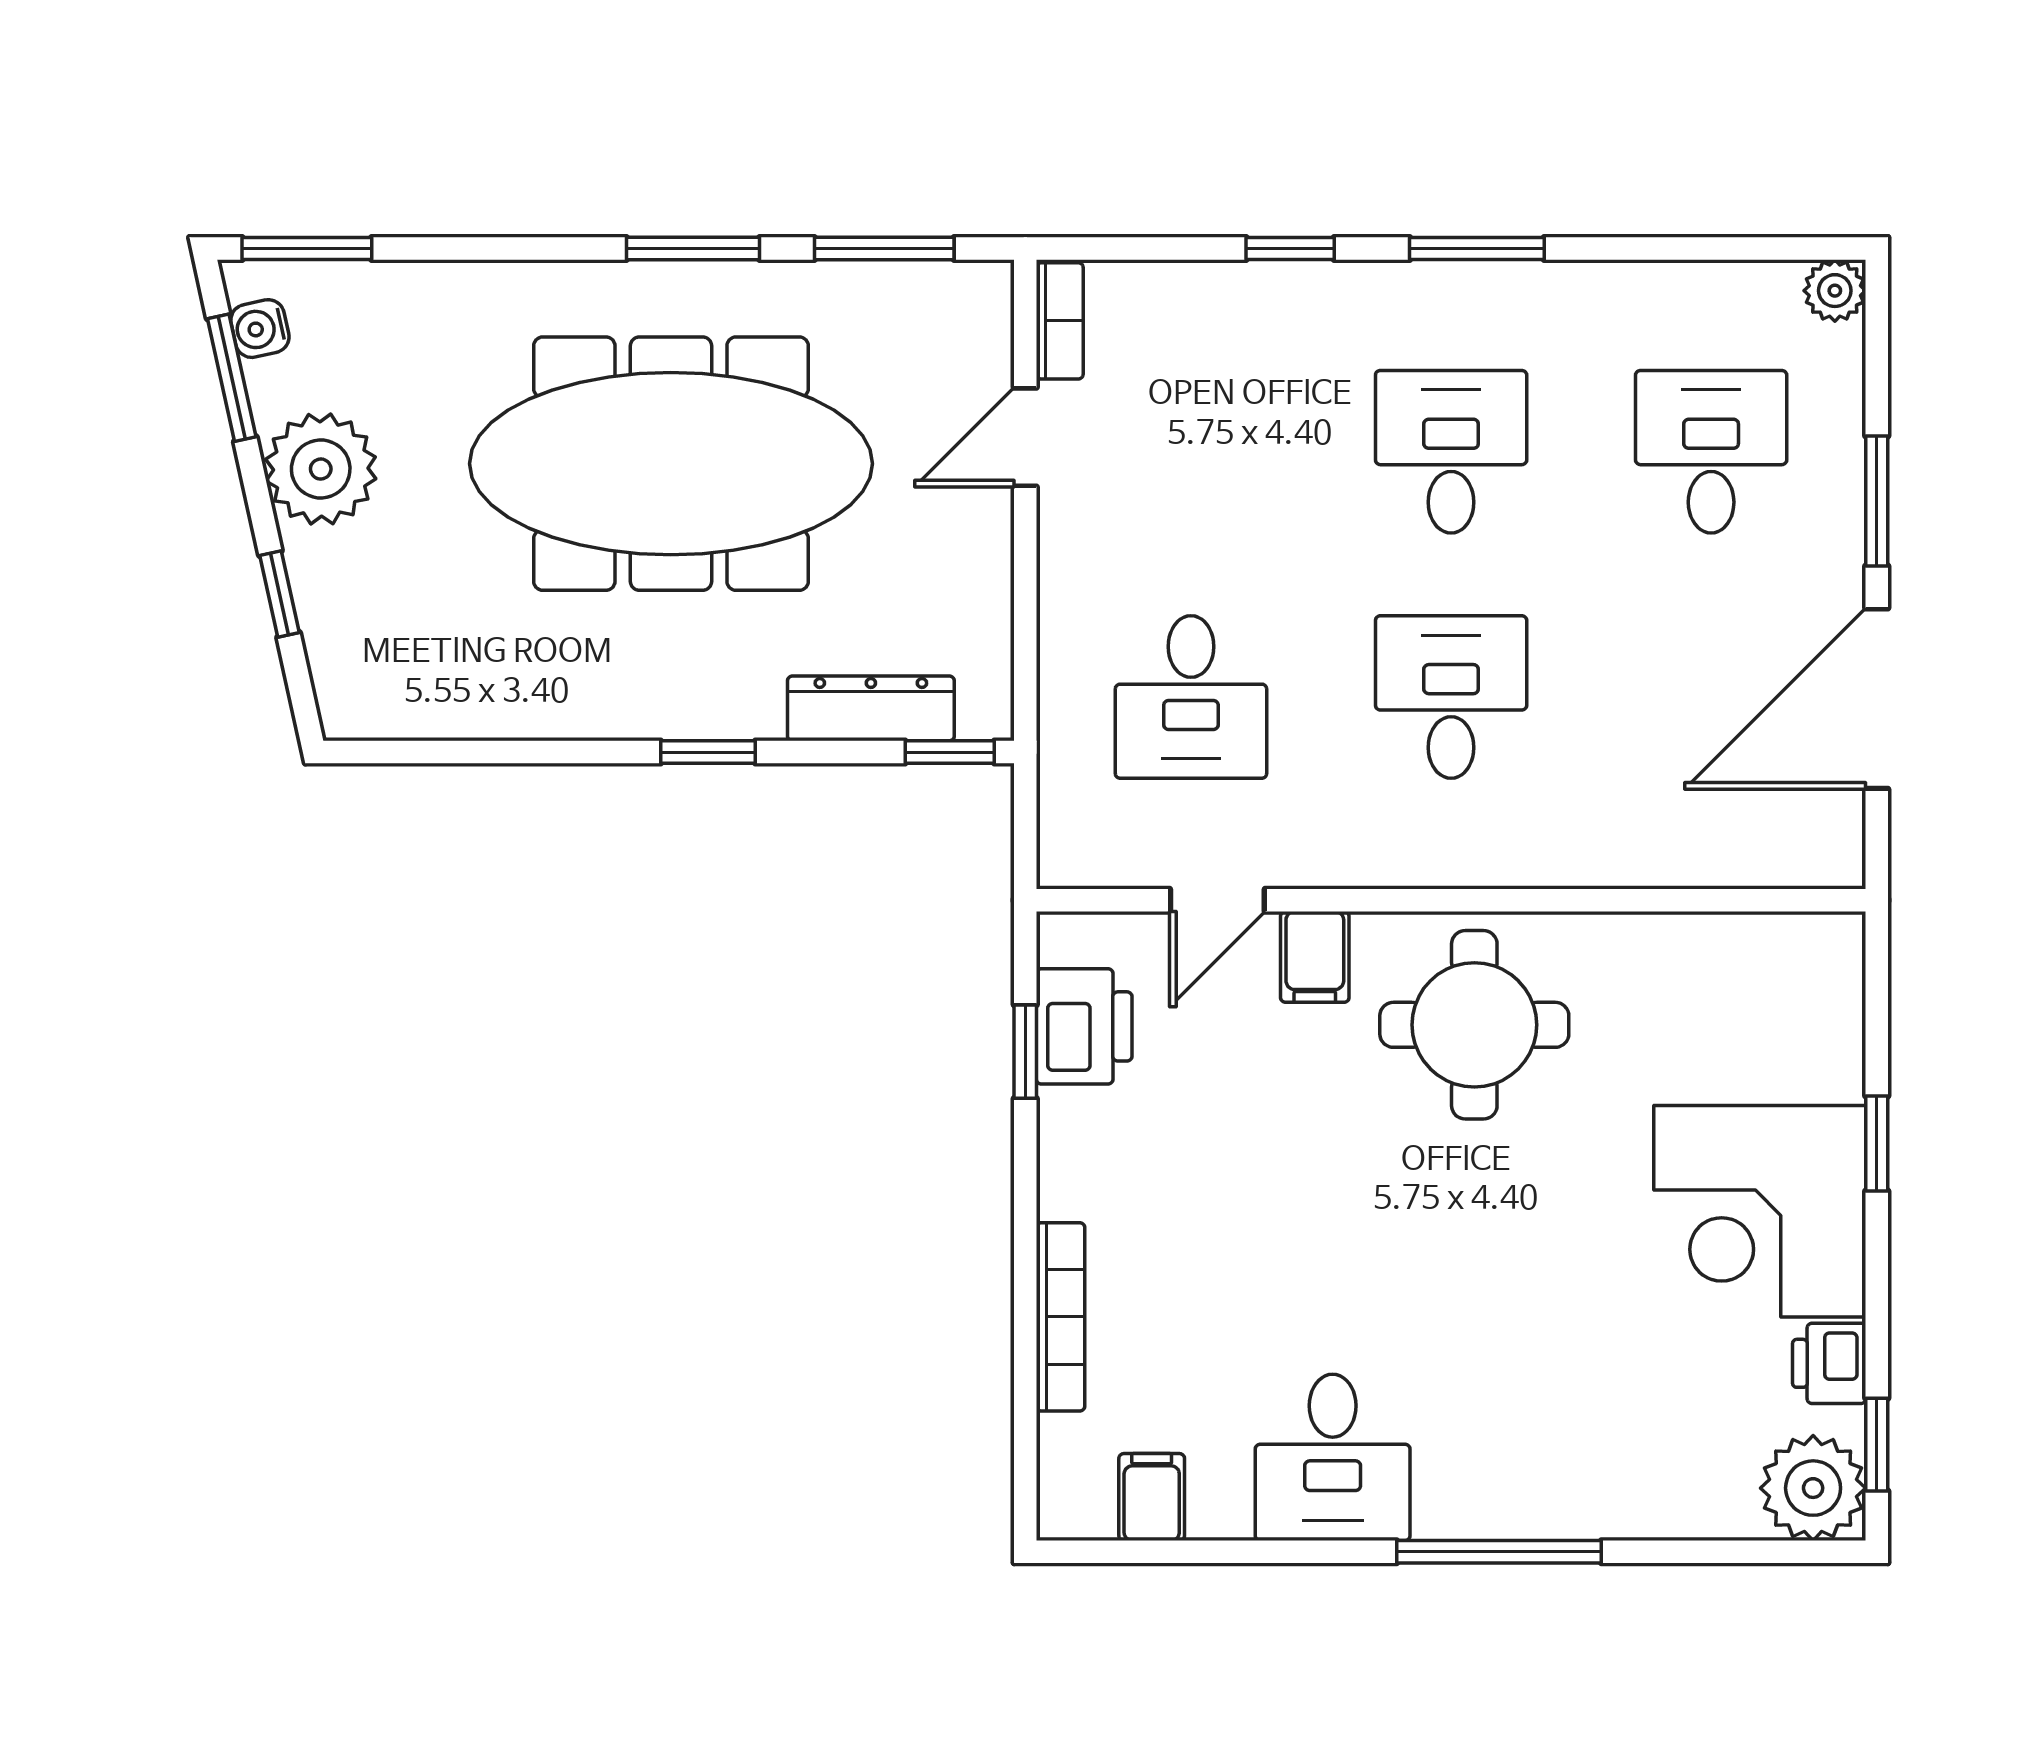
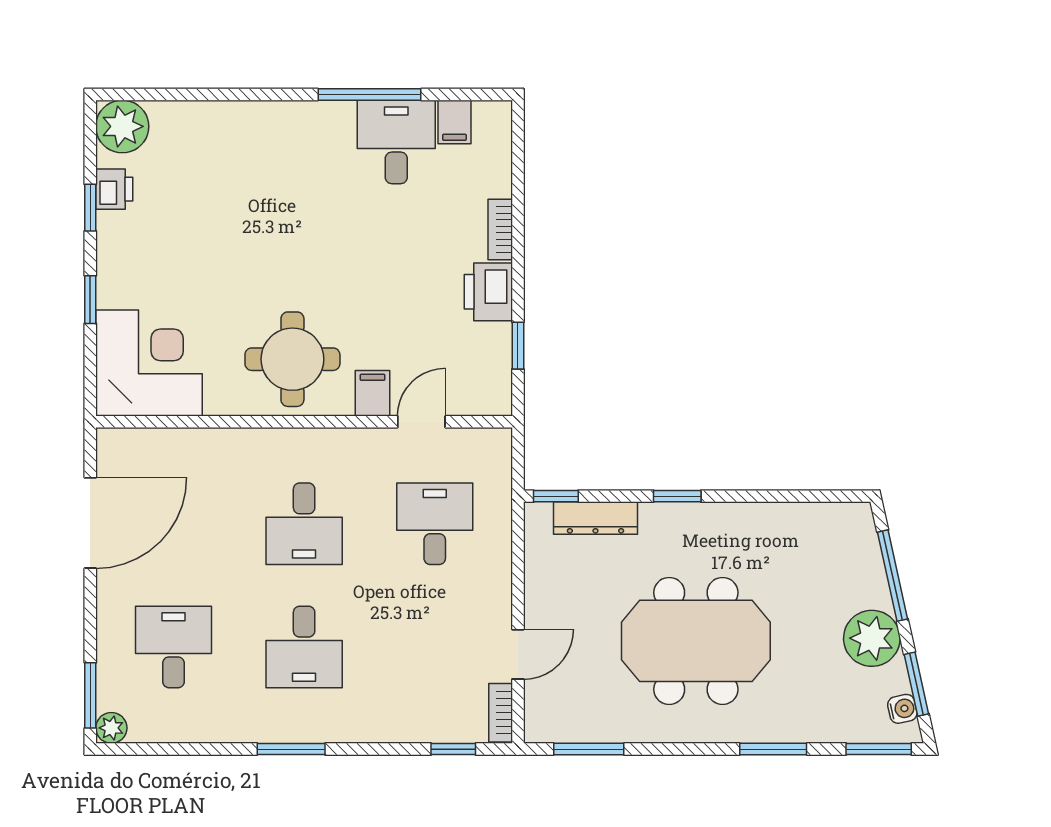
window: (693, 249) -> (773, 749), moved
window: (1290, 249) -> (453, 749), moved
desk: (1711, 452) -> (173, 647), turned 180
meeting table: (671, 464) -> (696, 641), width x0.73
window: (1877, 501) -> (90, 695), moved
window: (279, 594) -> (892, 576), width x2.17
printer: (1084, 1026) -> (488, 292), moved
corner desk: (1760, 1211) -> (149, 363), moved
bookcase: (1061, 1317) -> (500, 230), width x0.64
window: (1877, 1445) -> (90, 208), moved
desk: (1333, 1457) -> (396, 142), moved
window: (1499, 1552) -> (369, 94), moved

